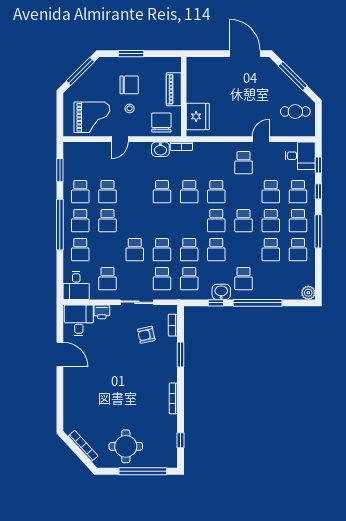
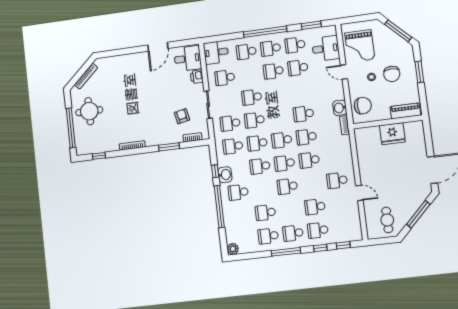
piano: (174, 89) -> (405, 111), moved
fridge: (198, 116) -> (392, 134), moved
desk: (300, 156) -> (326, 49), moved, turned -90
school desk: (271, 221) -> (282, 140), moved

